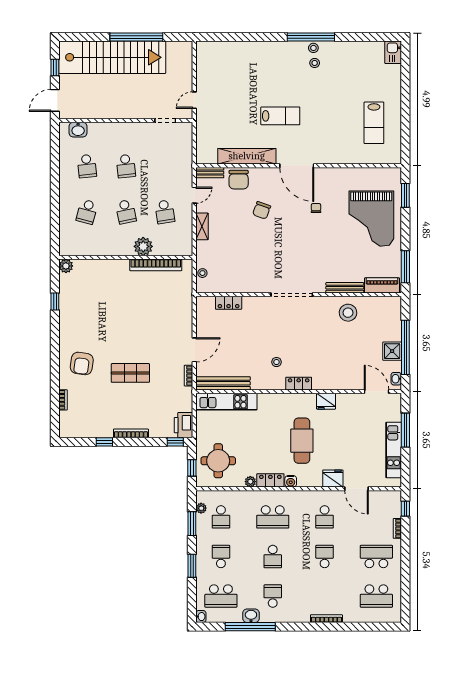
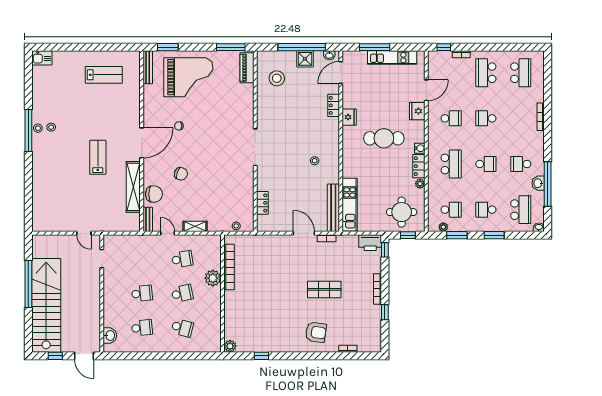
bench: (345, 288) -> (148, 67), moved
stool: (348, 313) -> (277, 78), moved
shop shelf: (130, 373) -> (324, 289), turned 90
locker: (299, 384) -> (334, 105), moved

